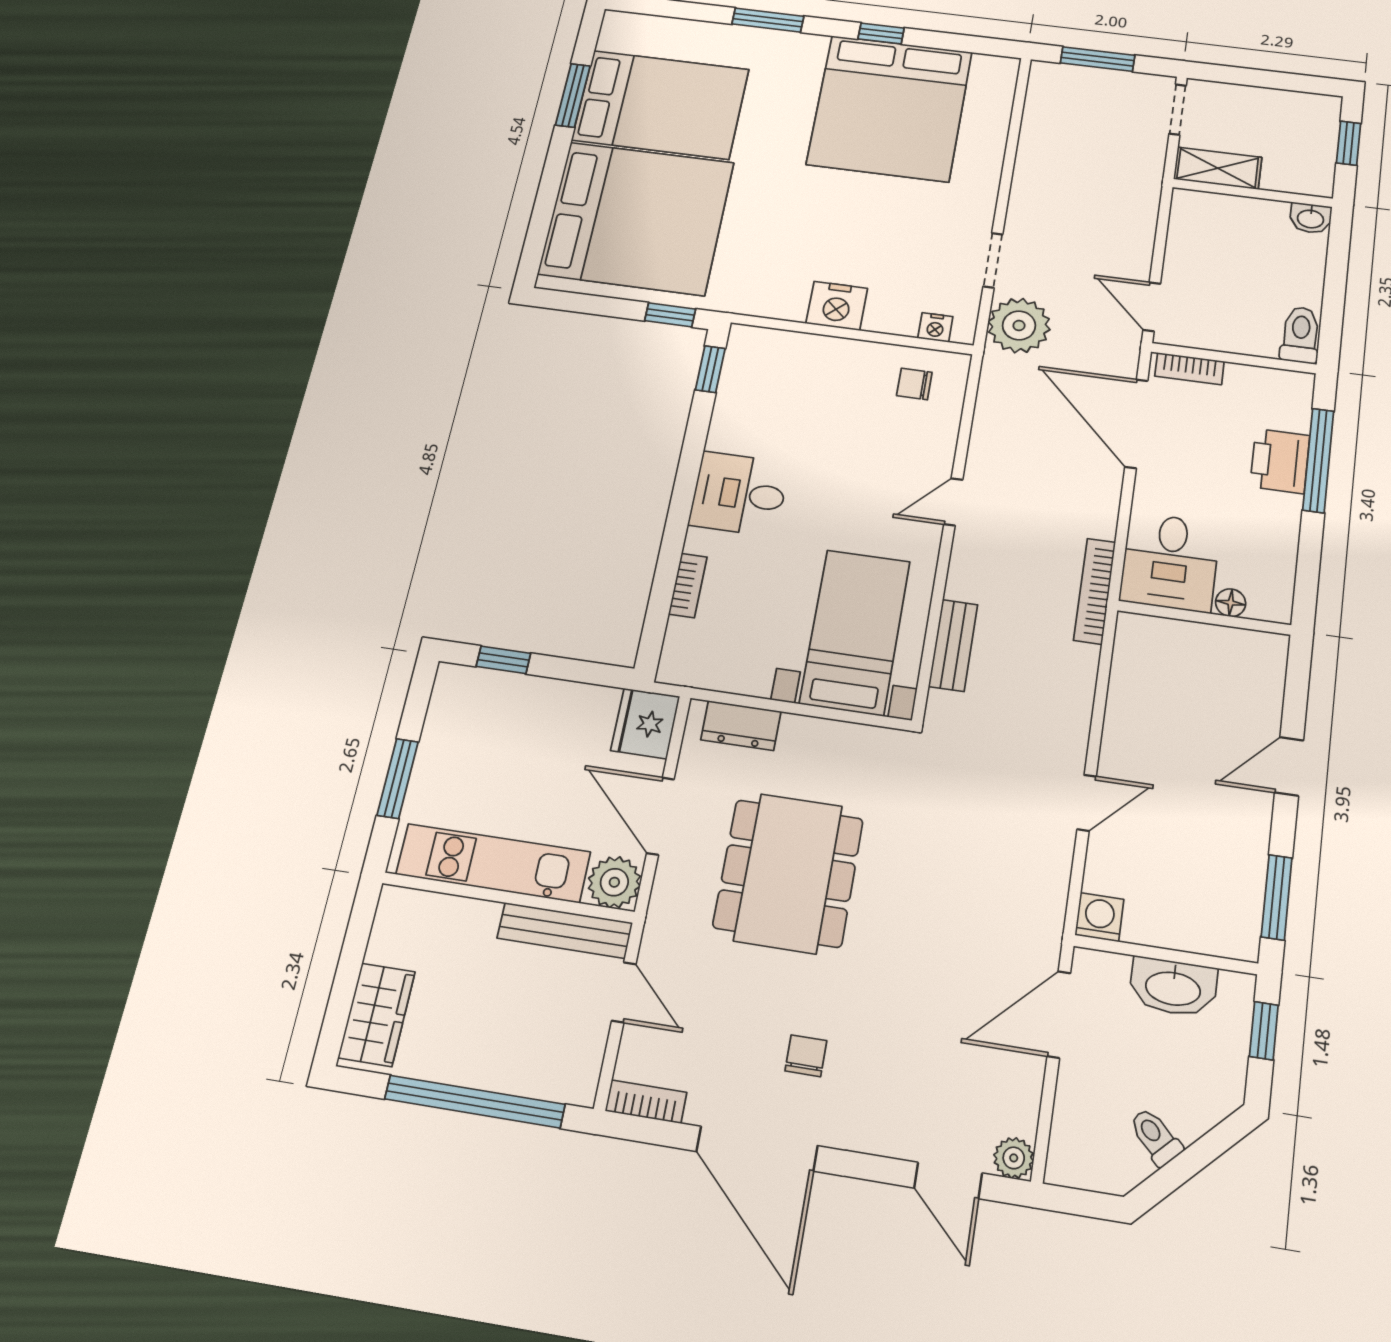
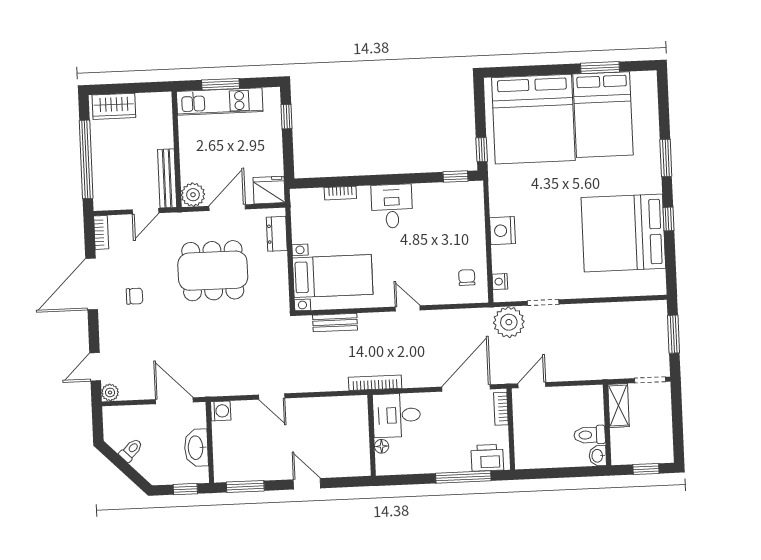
toilet: (1300, 335) -> (590, 435), moved, turned 180
printer: (1280, 461) -> (487, 458), moved
kitchen unit: (493, 863) -> (220, 101), moved, turned 90

